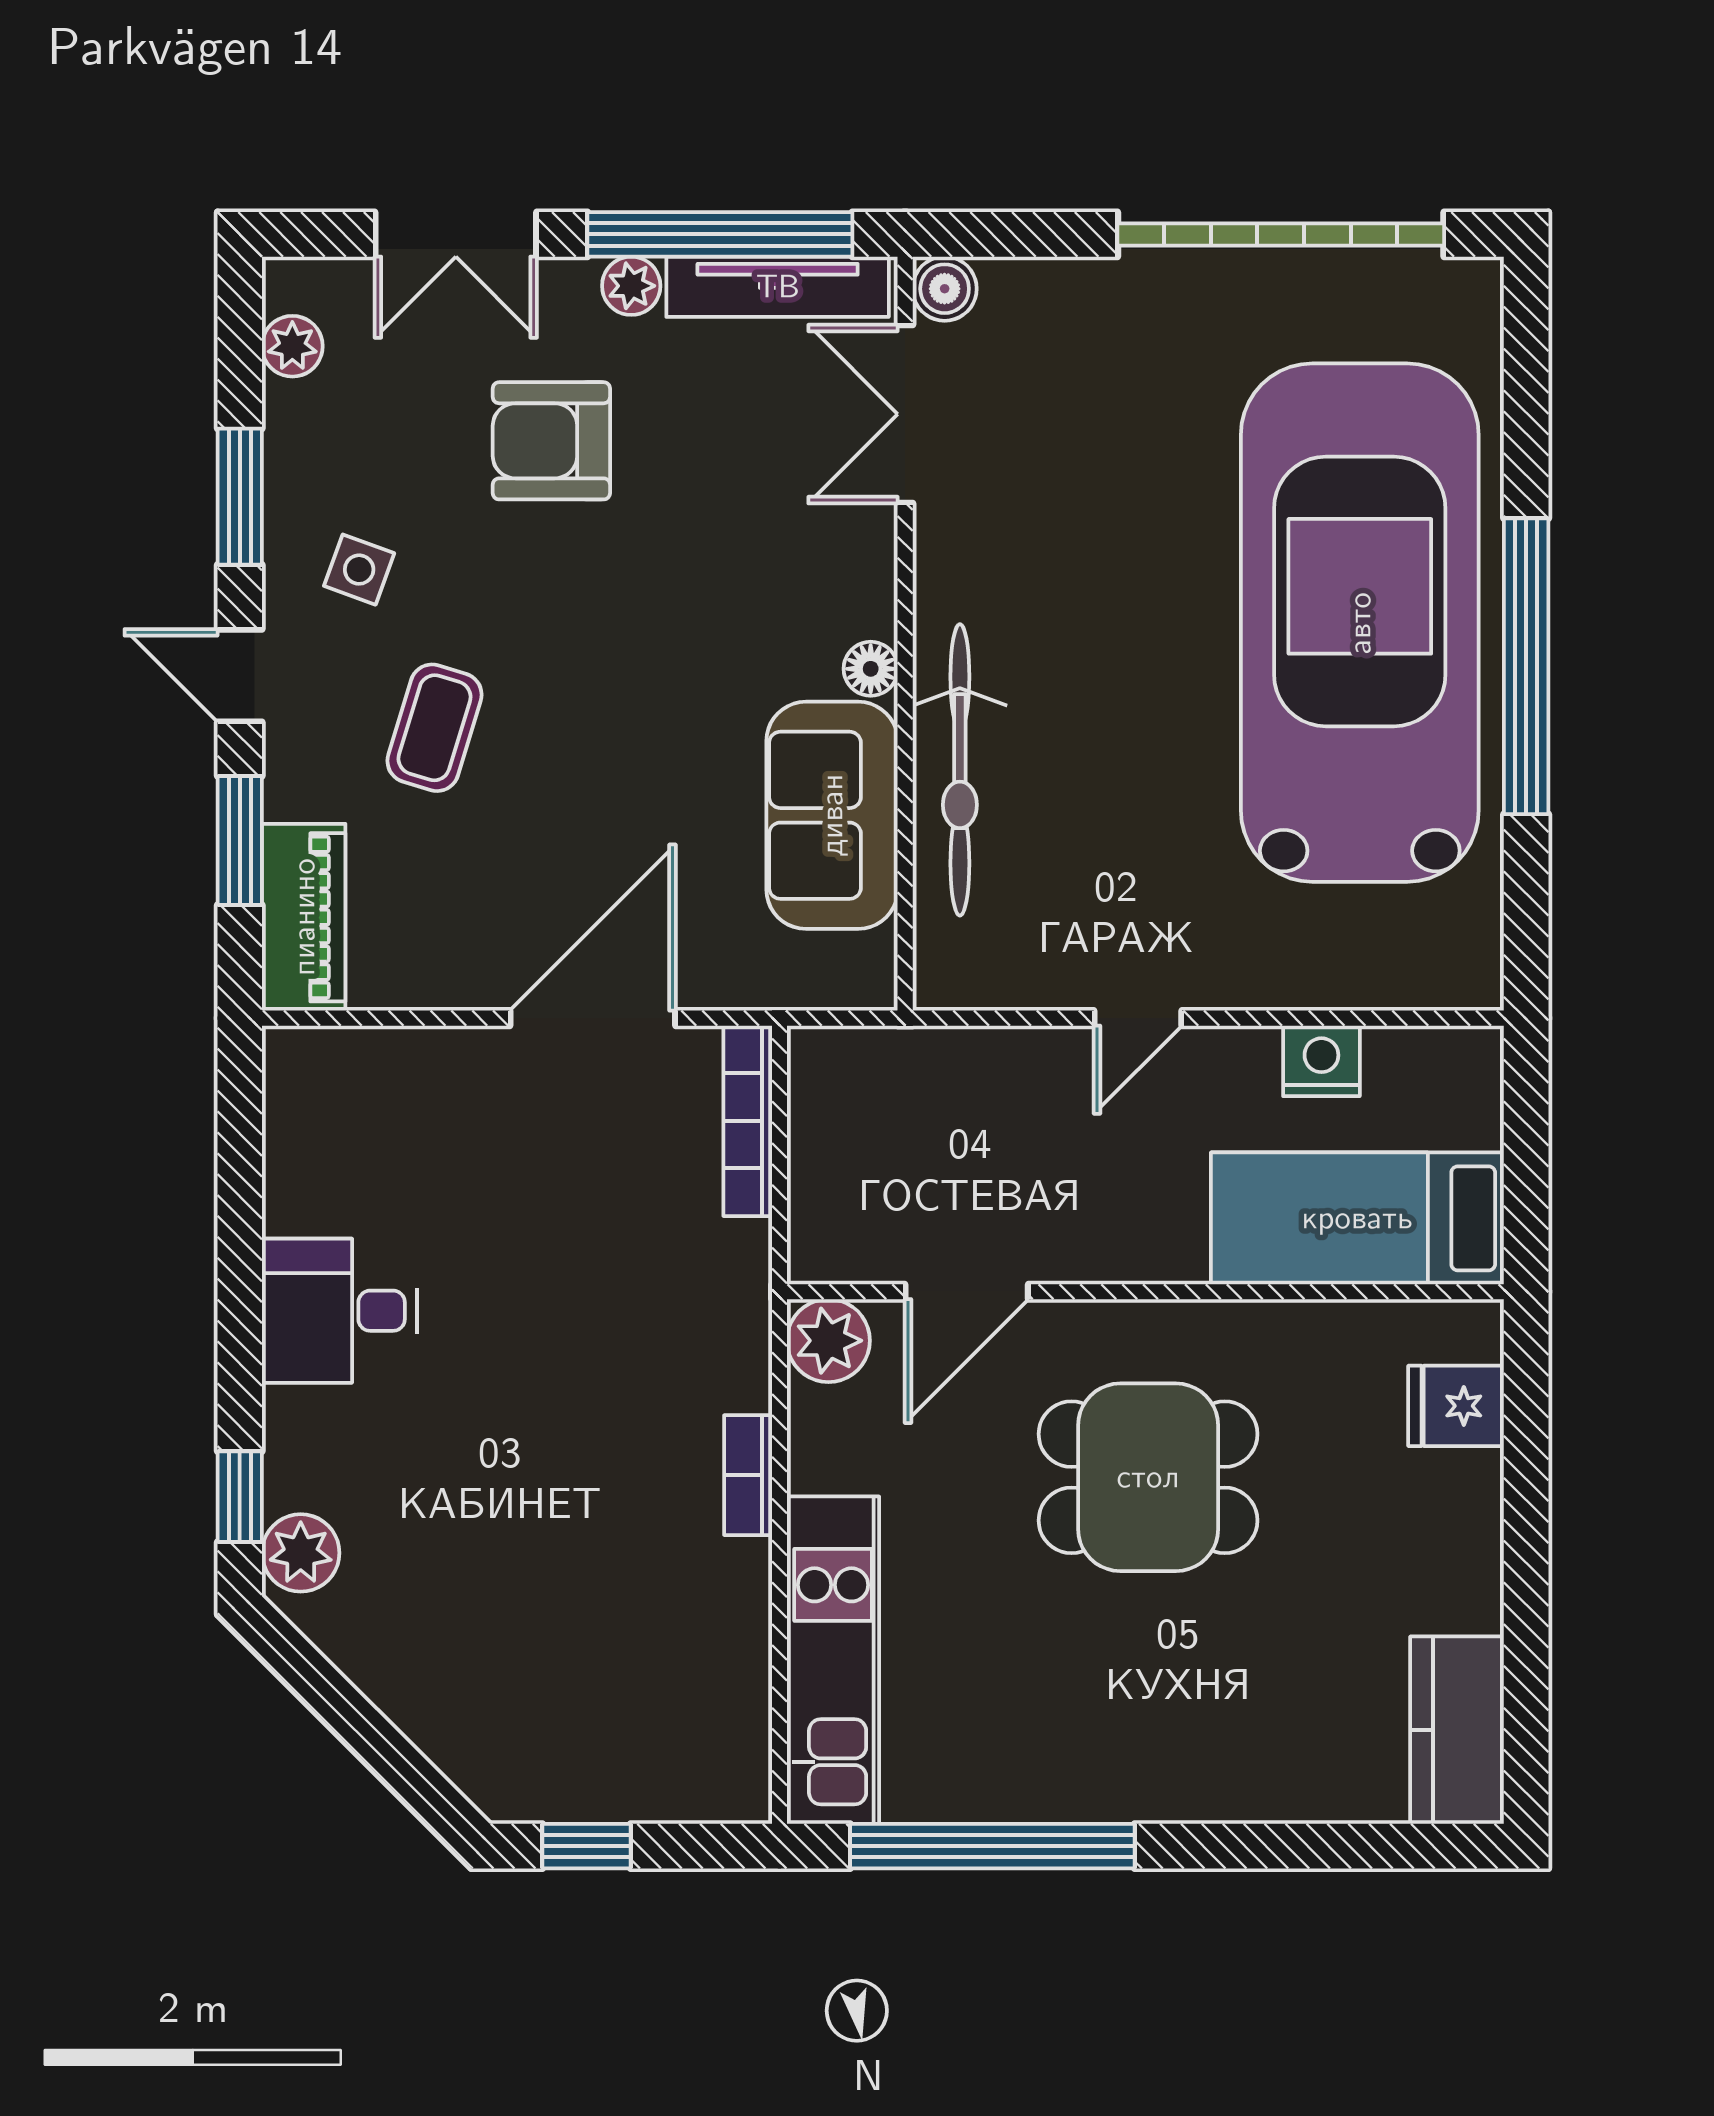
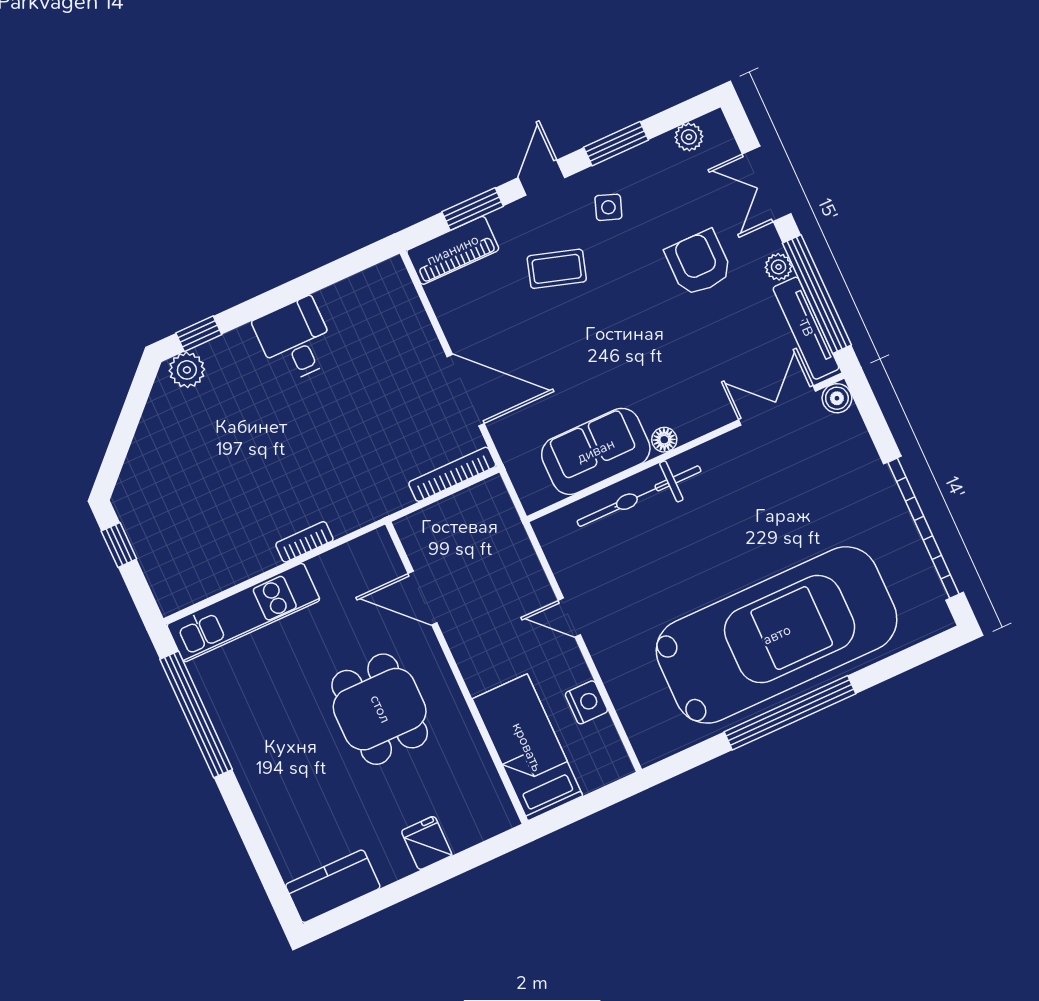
plant: (828, 1341) -> (376, 550), removed
fridge: (1456, 1406) -> (427, 843), moved

